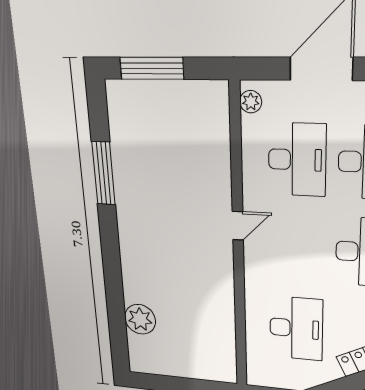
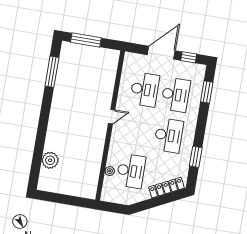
plant: (251, 102) -> (110, 171), moved
window: (104, 173) -> (52, 72), moved

